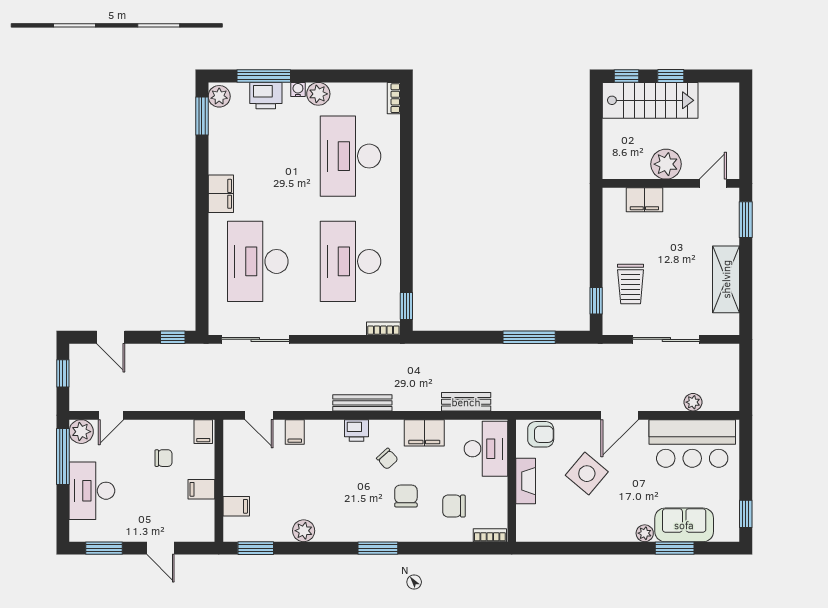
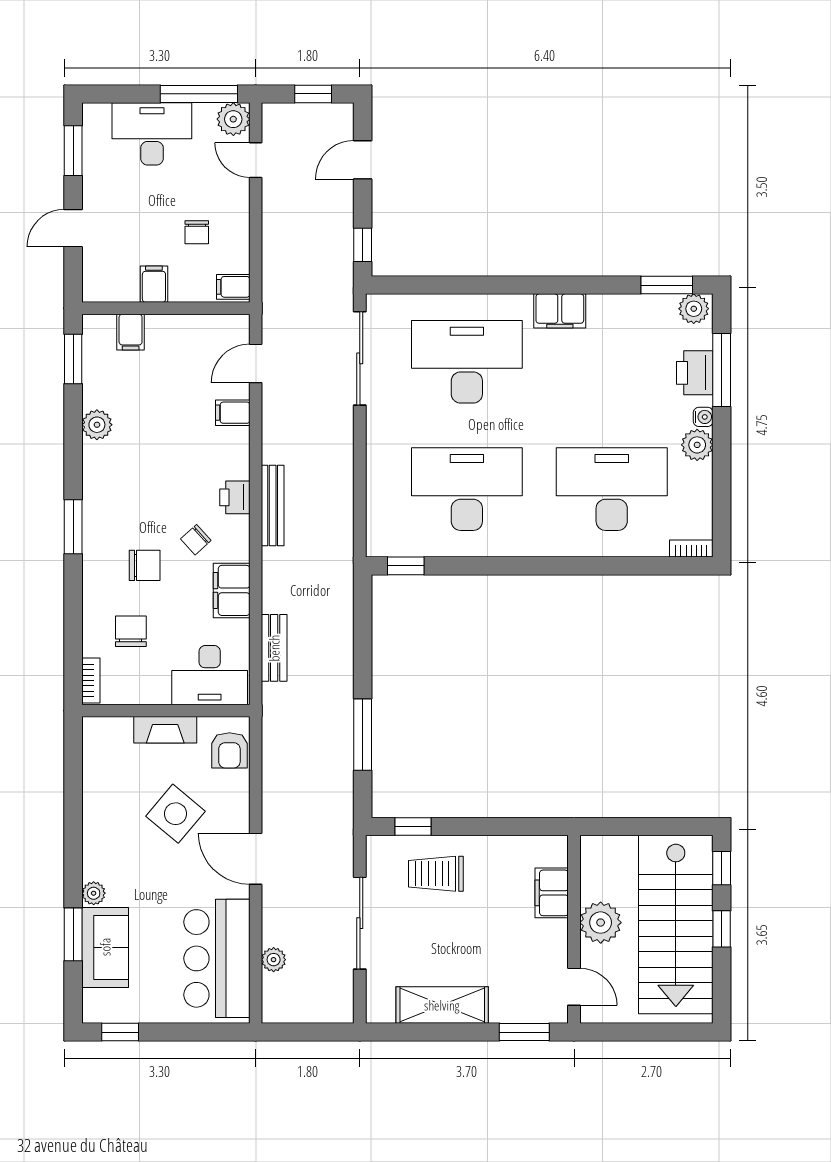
stairs: (650, 100) -> (676, 924), width x1.36, depth x1.51
bookcase: (383, 329) -> (375, 534), removed

